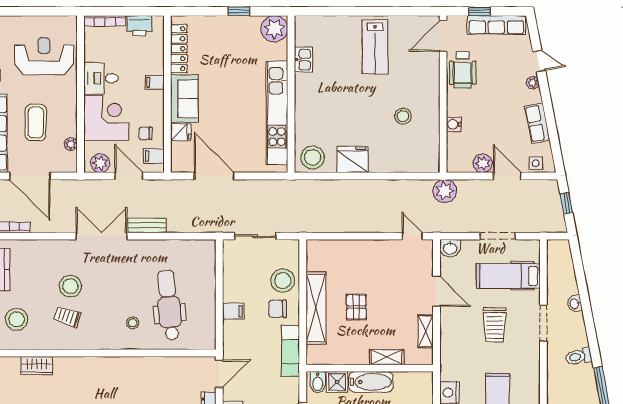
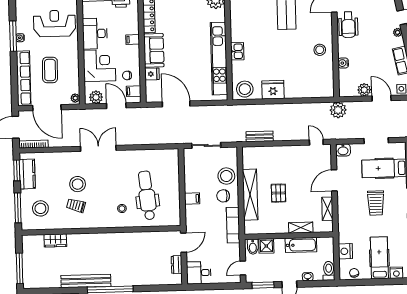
kitchen sink: (303, 60) -> (237, 51), moved
desk: (101, 78) -> (95, 34), width x1.37
stool: (403, 116) -> (320, 50), moved
plant: (71, 144) -> (75, 98), moved
bench: (147, 225) -> (260, 136), moved
door: (436, 291) -> (334, 180), swing flipped
bathtub: (371, 382) -> (301, 245), moved

